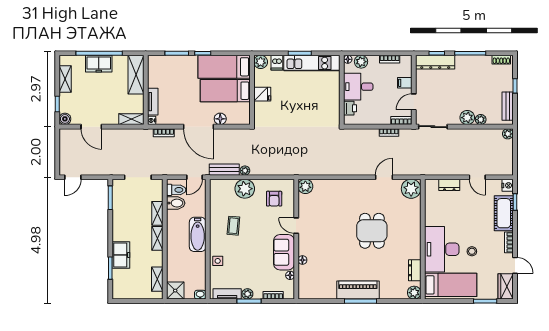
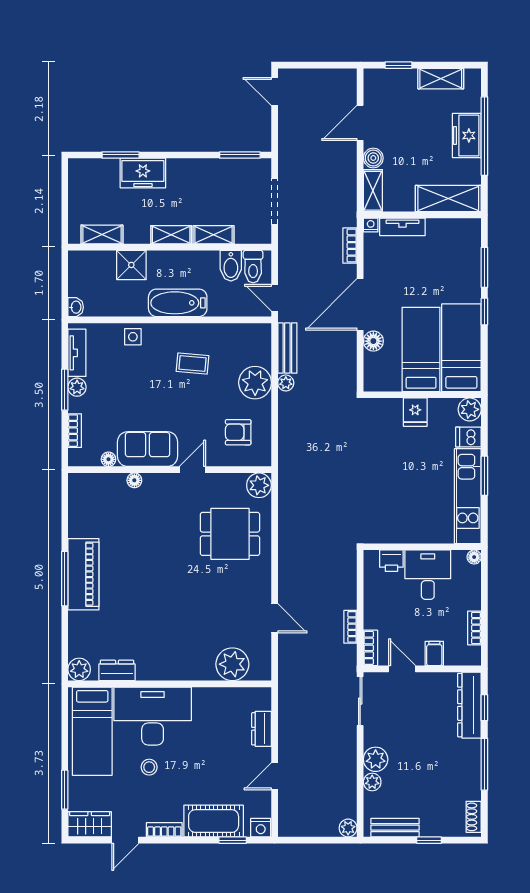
plant: (361, 62) -> (470, 579), removed
boiler: (65, 119) -> (373, 158), moved
plant: (411, 189) -> (232, 664), moved
dining table: (372, 231) -> (230, 534), moved
shower: (175, 291) -> (131, 265), moved

